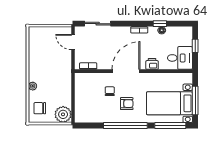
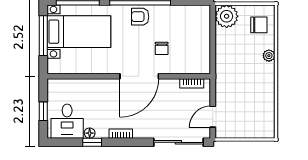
sliding door: (98, 24) -> (178, 142), width x1.37
door: (73, 42) -> (213, 117), swing flipped
desk: (180, 58) -> (67, 121), moved, turned -90
printer: (152, 64) -> (103, 86), removed
armchair: (127, 104) -> (140, 17), moved

